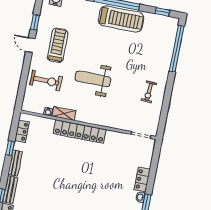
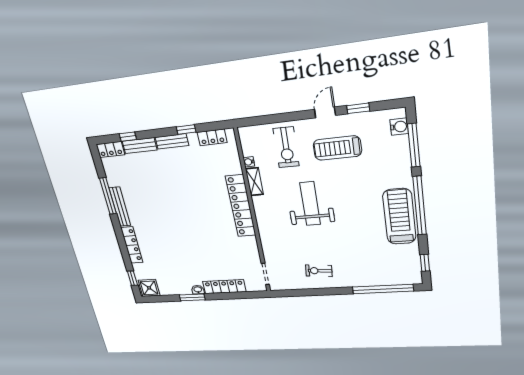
treadmill: (121, 19) -> (399, 217), turned 180
treadmill: (58, 45) -> (337, 148), turned 180
locker: (142, 179) -> (224, 287), width x1.53

